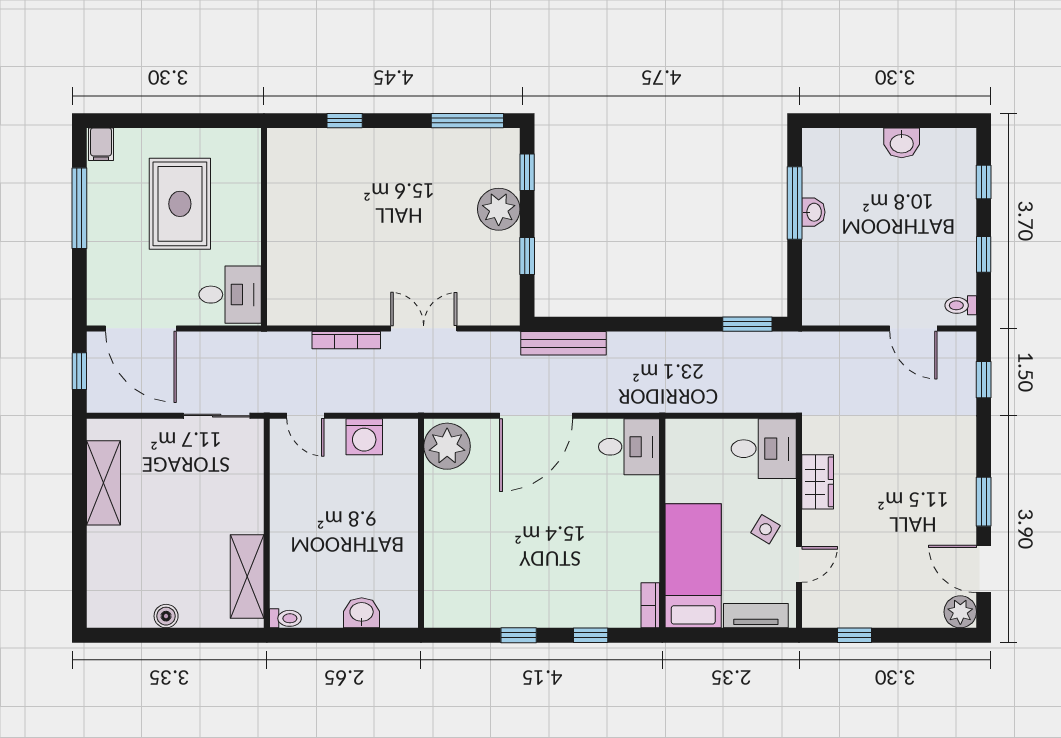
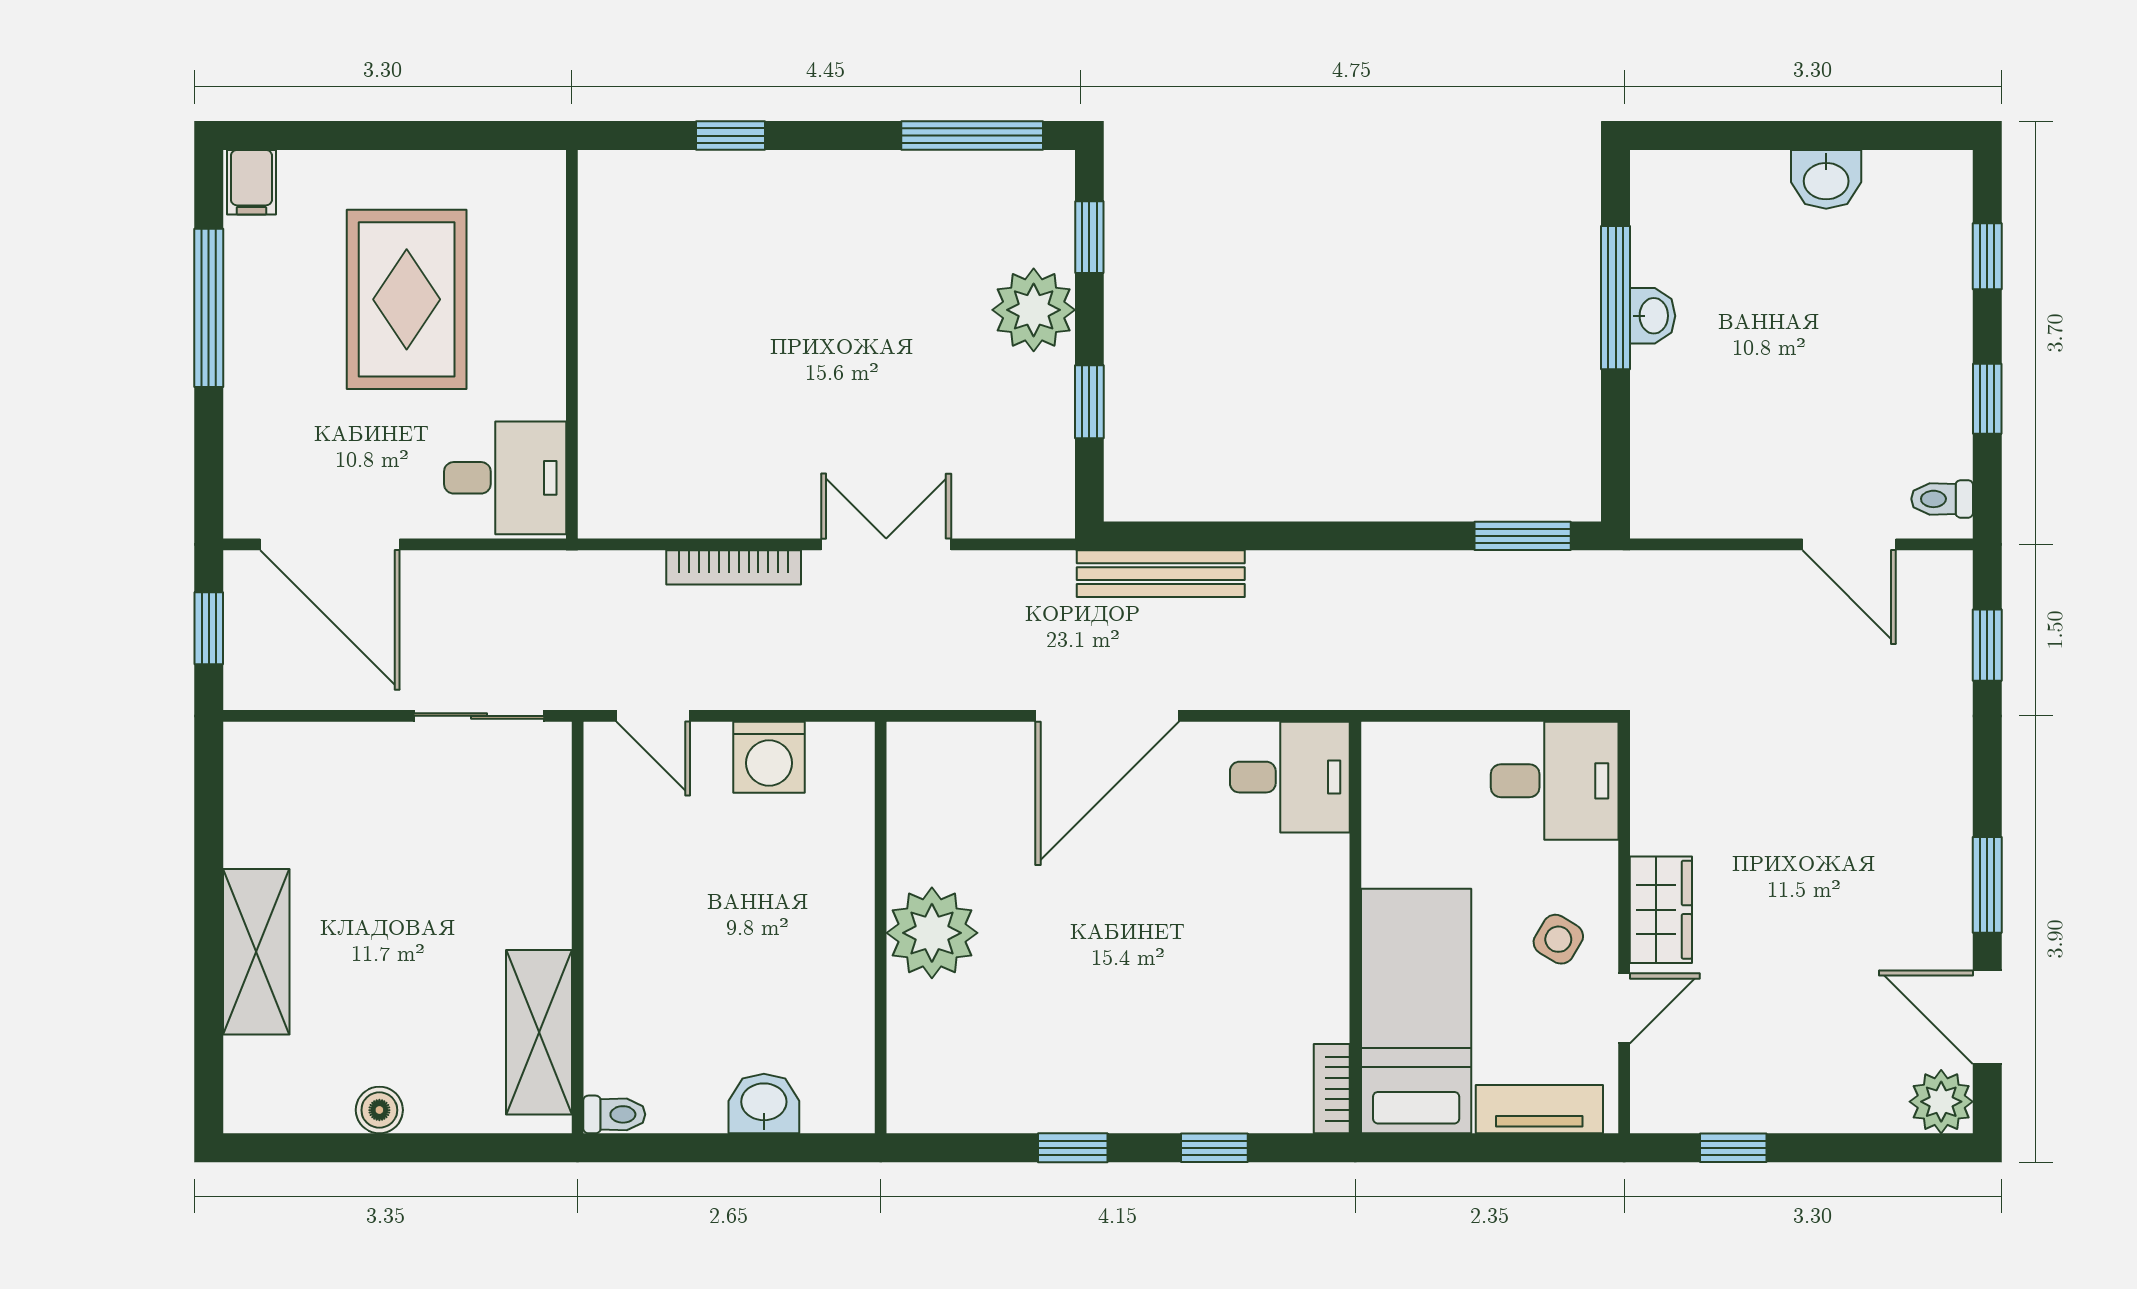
plant: (447, 446) -> (932, 933), moved
wardrobe: (818, 482) -> (1661, 910), moved
shelving: (103, 483) -> (256, 952), moved

